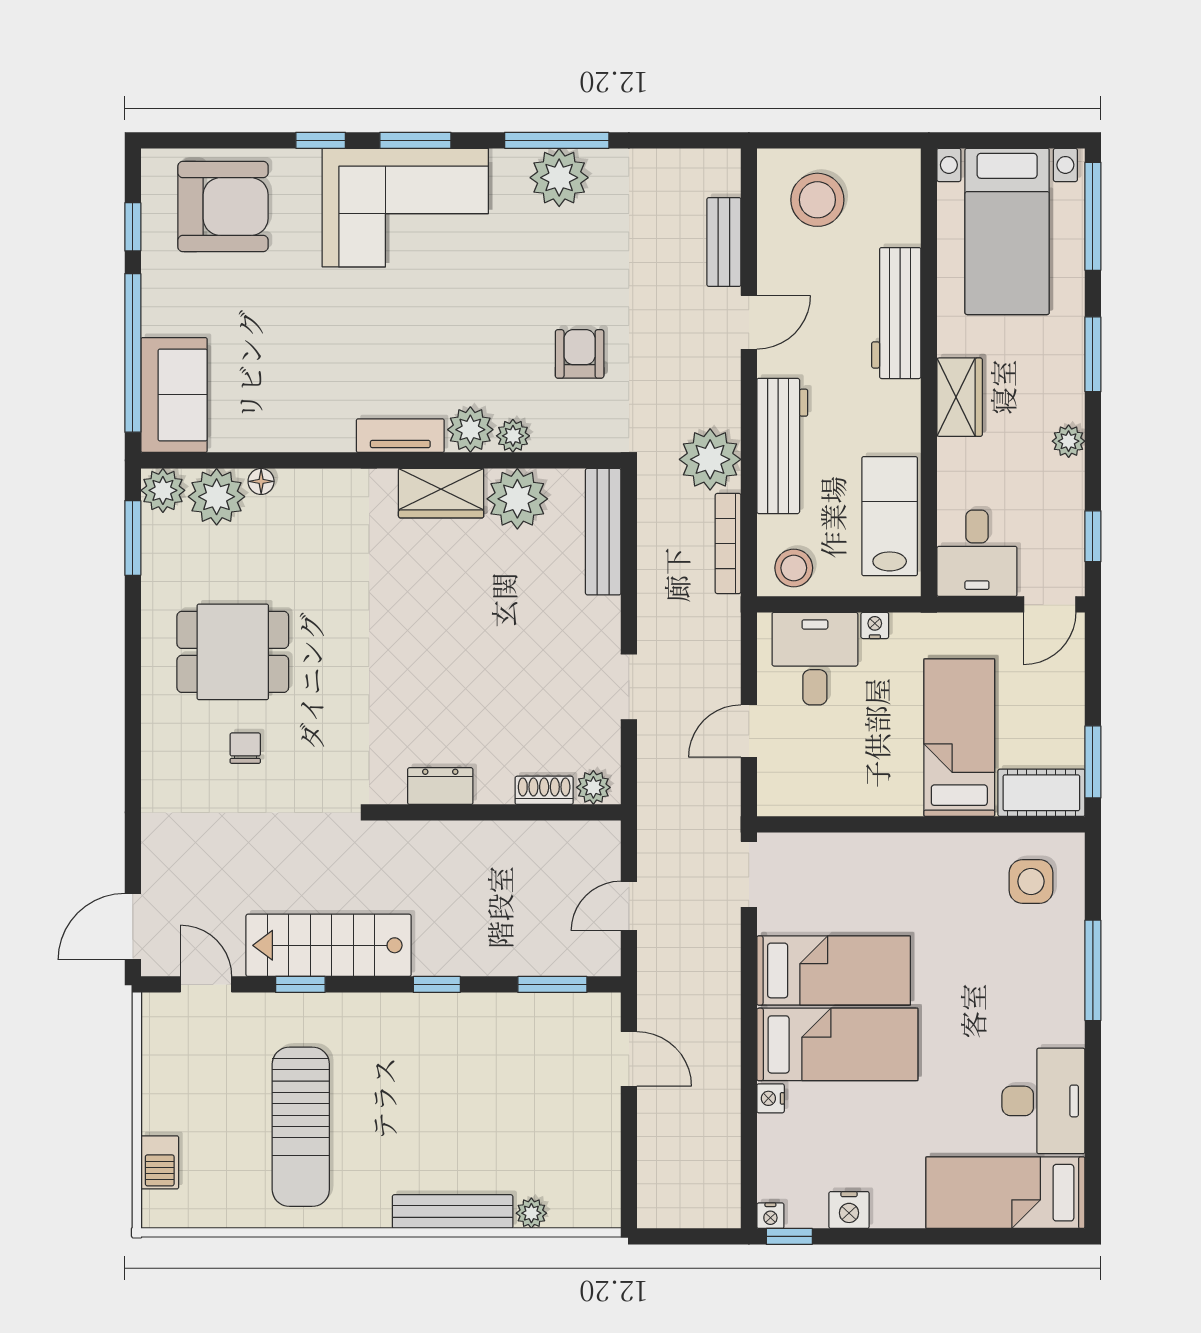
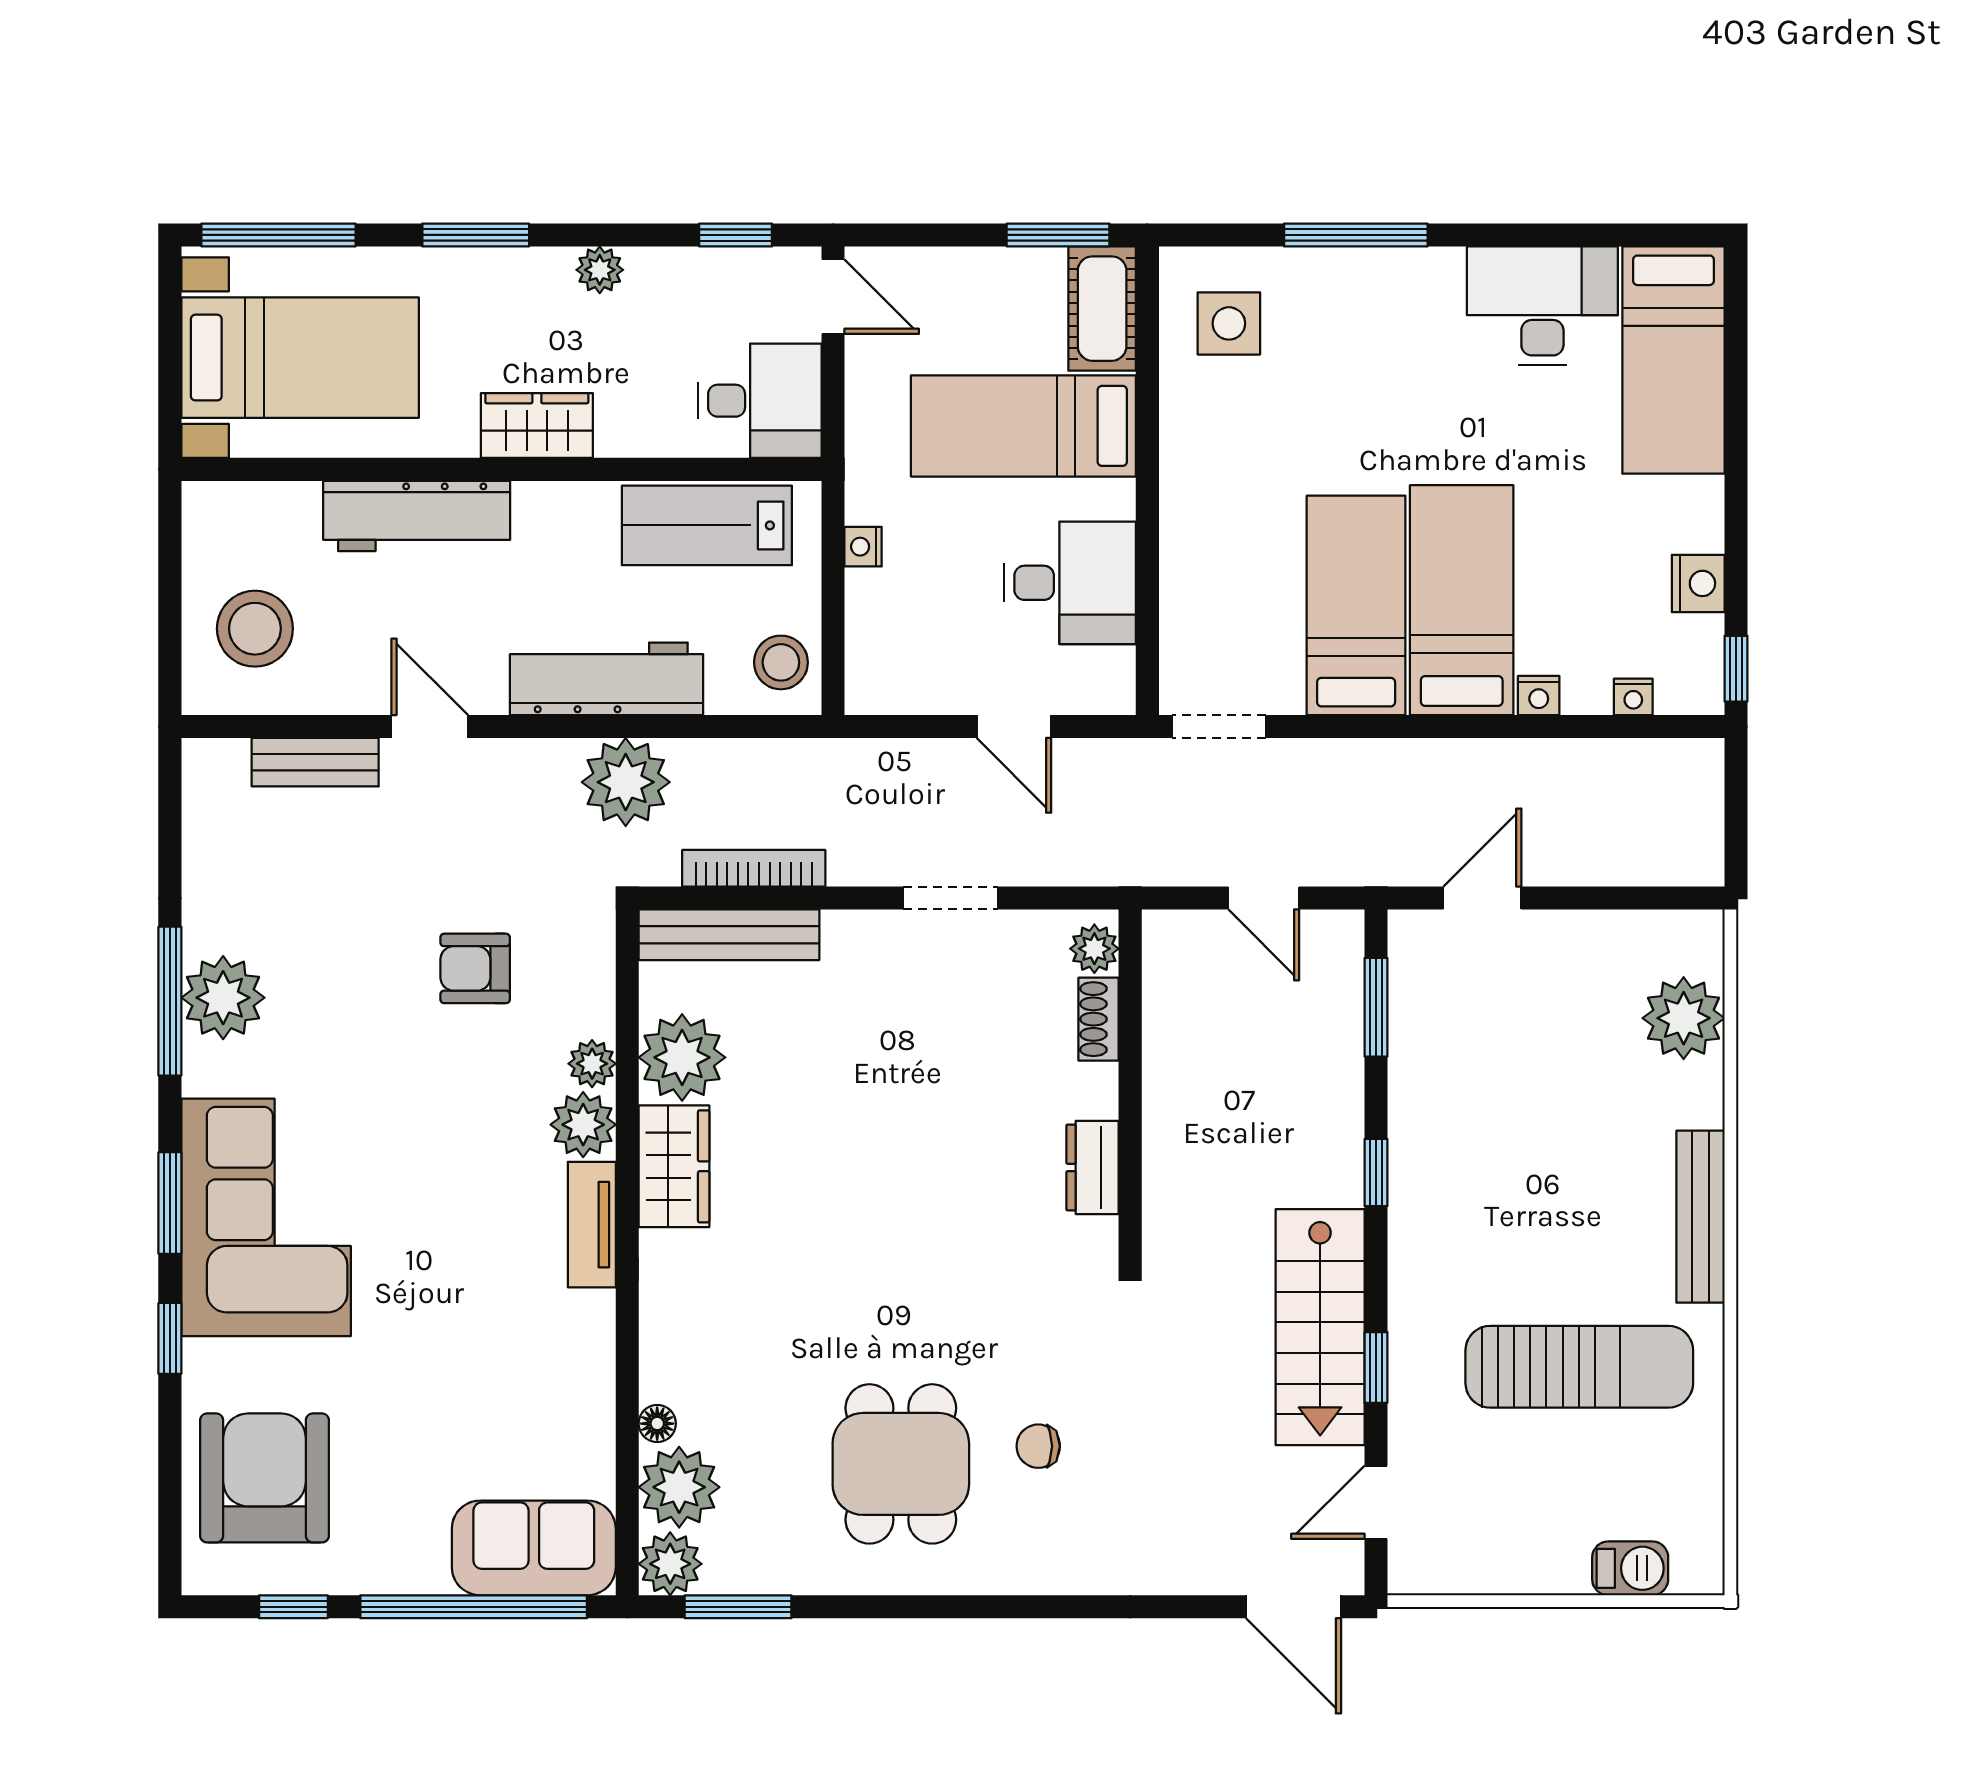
bookcase: (728, 543) -> (754, 868), moved, turned 180
desk: (815, 659) -> (1070, 583), moved, turned 180
bench: (453, 1212) -> (1701, 1217), moved
plant: (531, 1213) -> (1684, 1018), width x1.87, depth x1.87
nightstand: (770, 1216) -> (1633, 697), moved, turned 90

